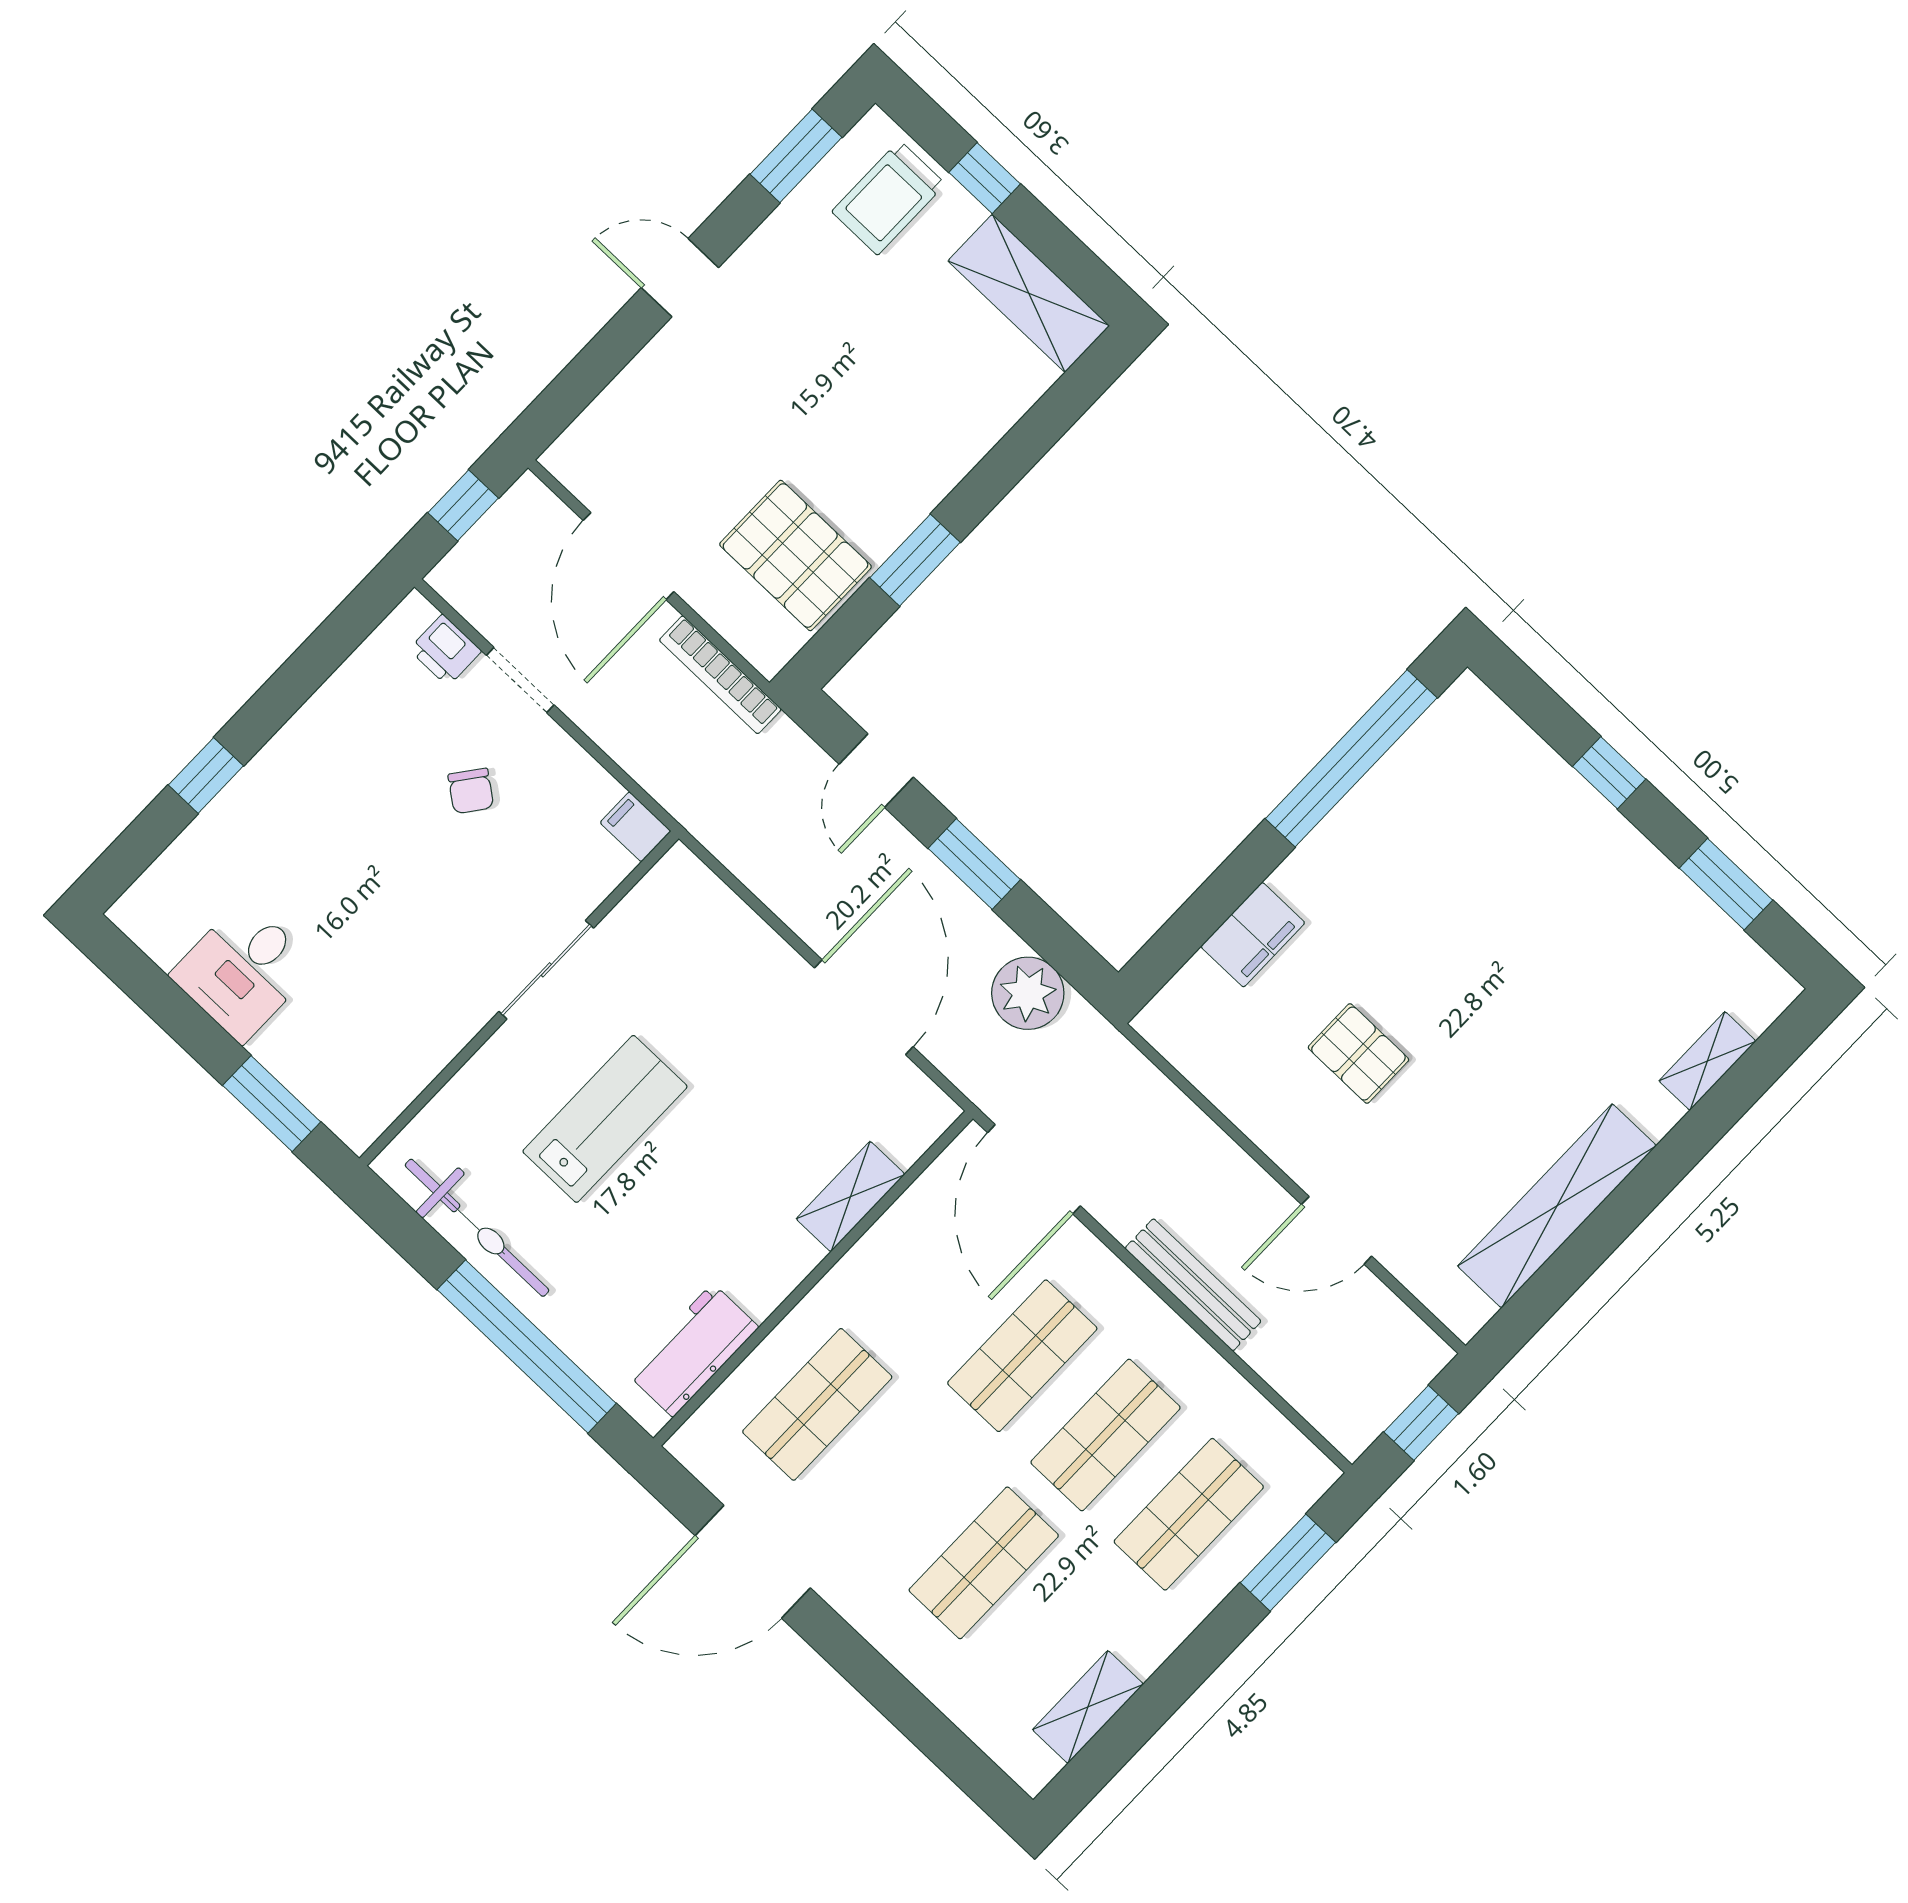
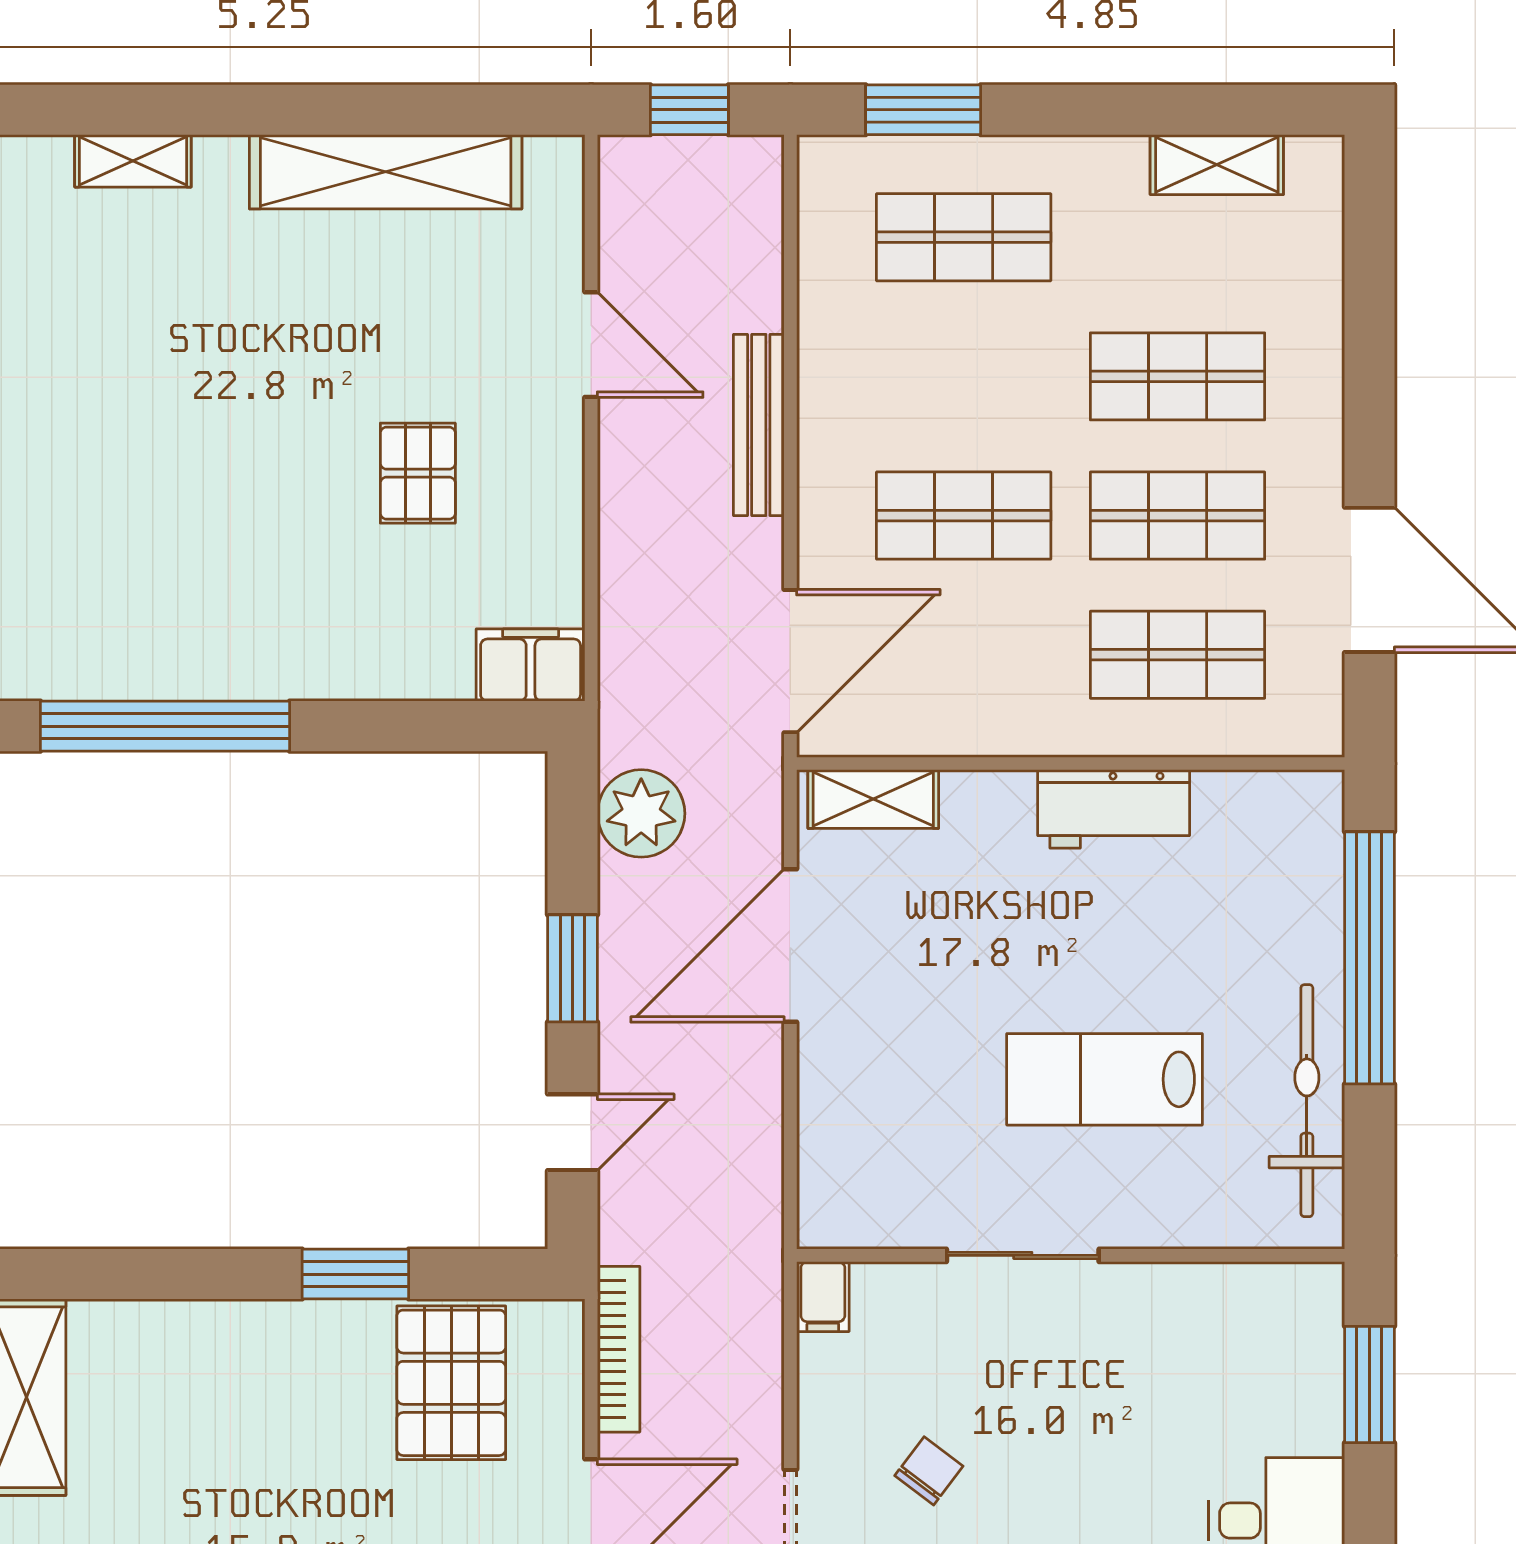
filing cabinet: (1253, 935) -> (531, 665), moved
shelving: (851, 1197) -> (873, 799), moved
workbench: (693, 1350) -> (1114, 809), moved
shop shelf: (1106, 1435) -> (1178, 516), moved

